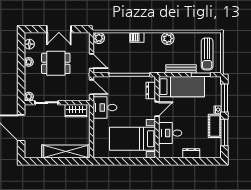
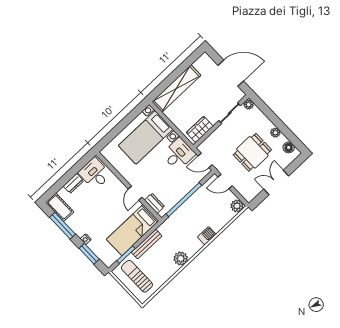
window: (224, 98) -> (89, 254), width x0.69
cot: (215, 126) -> (60, 207), moved
desk: (170, 133) -> (95, 174), moved, turned -90
bed with nightstands: (133, 139) -> (146, 137), moved, turned 180

